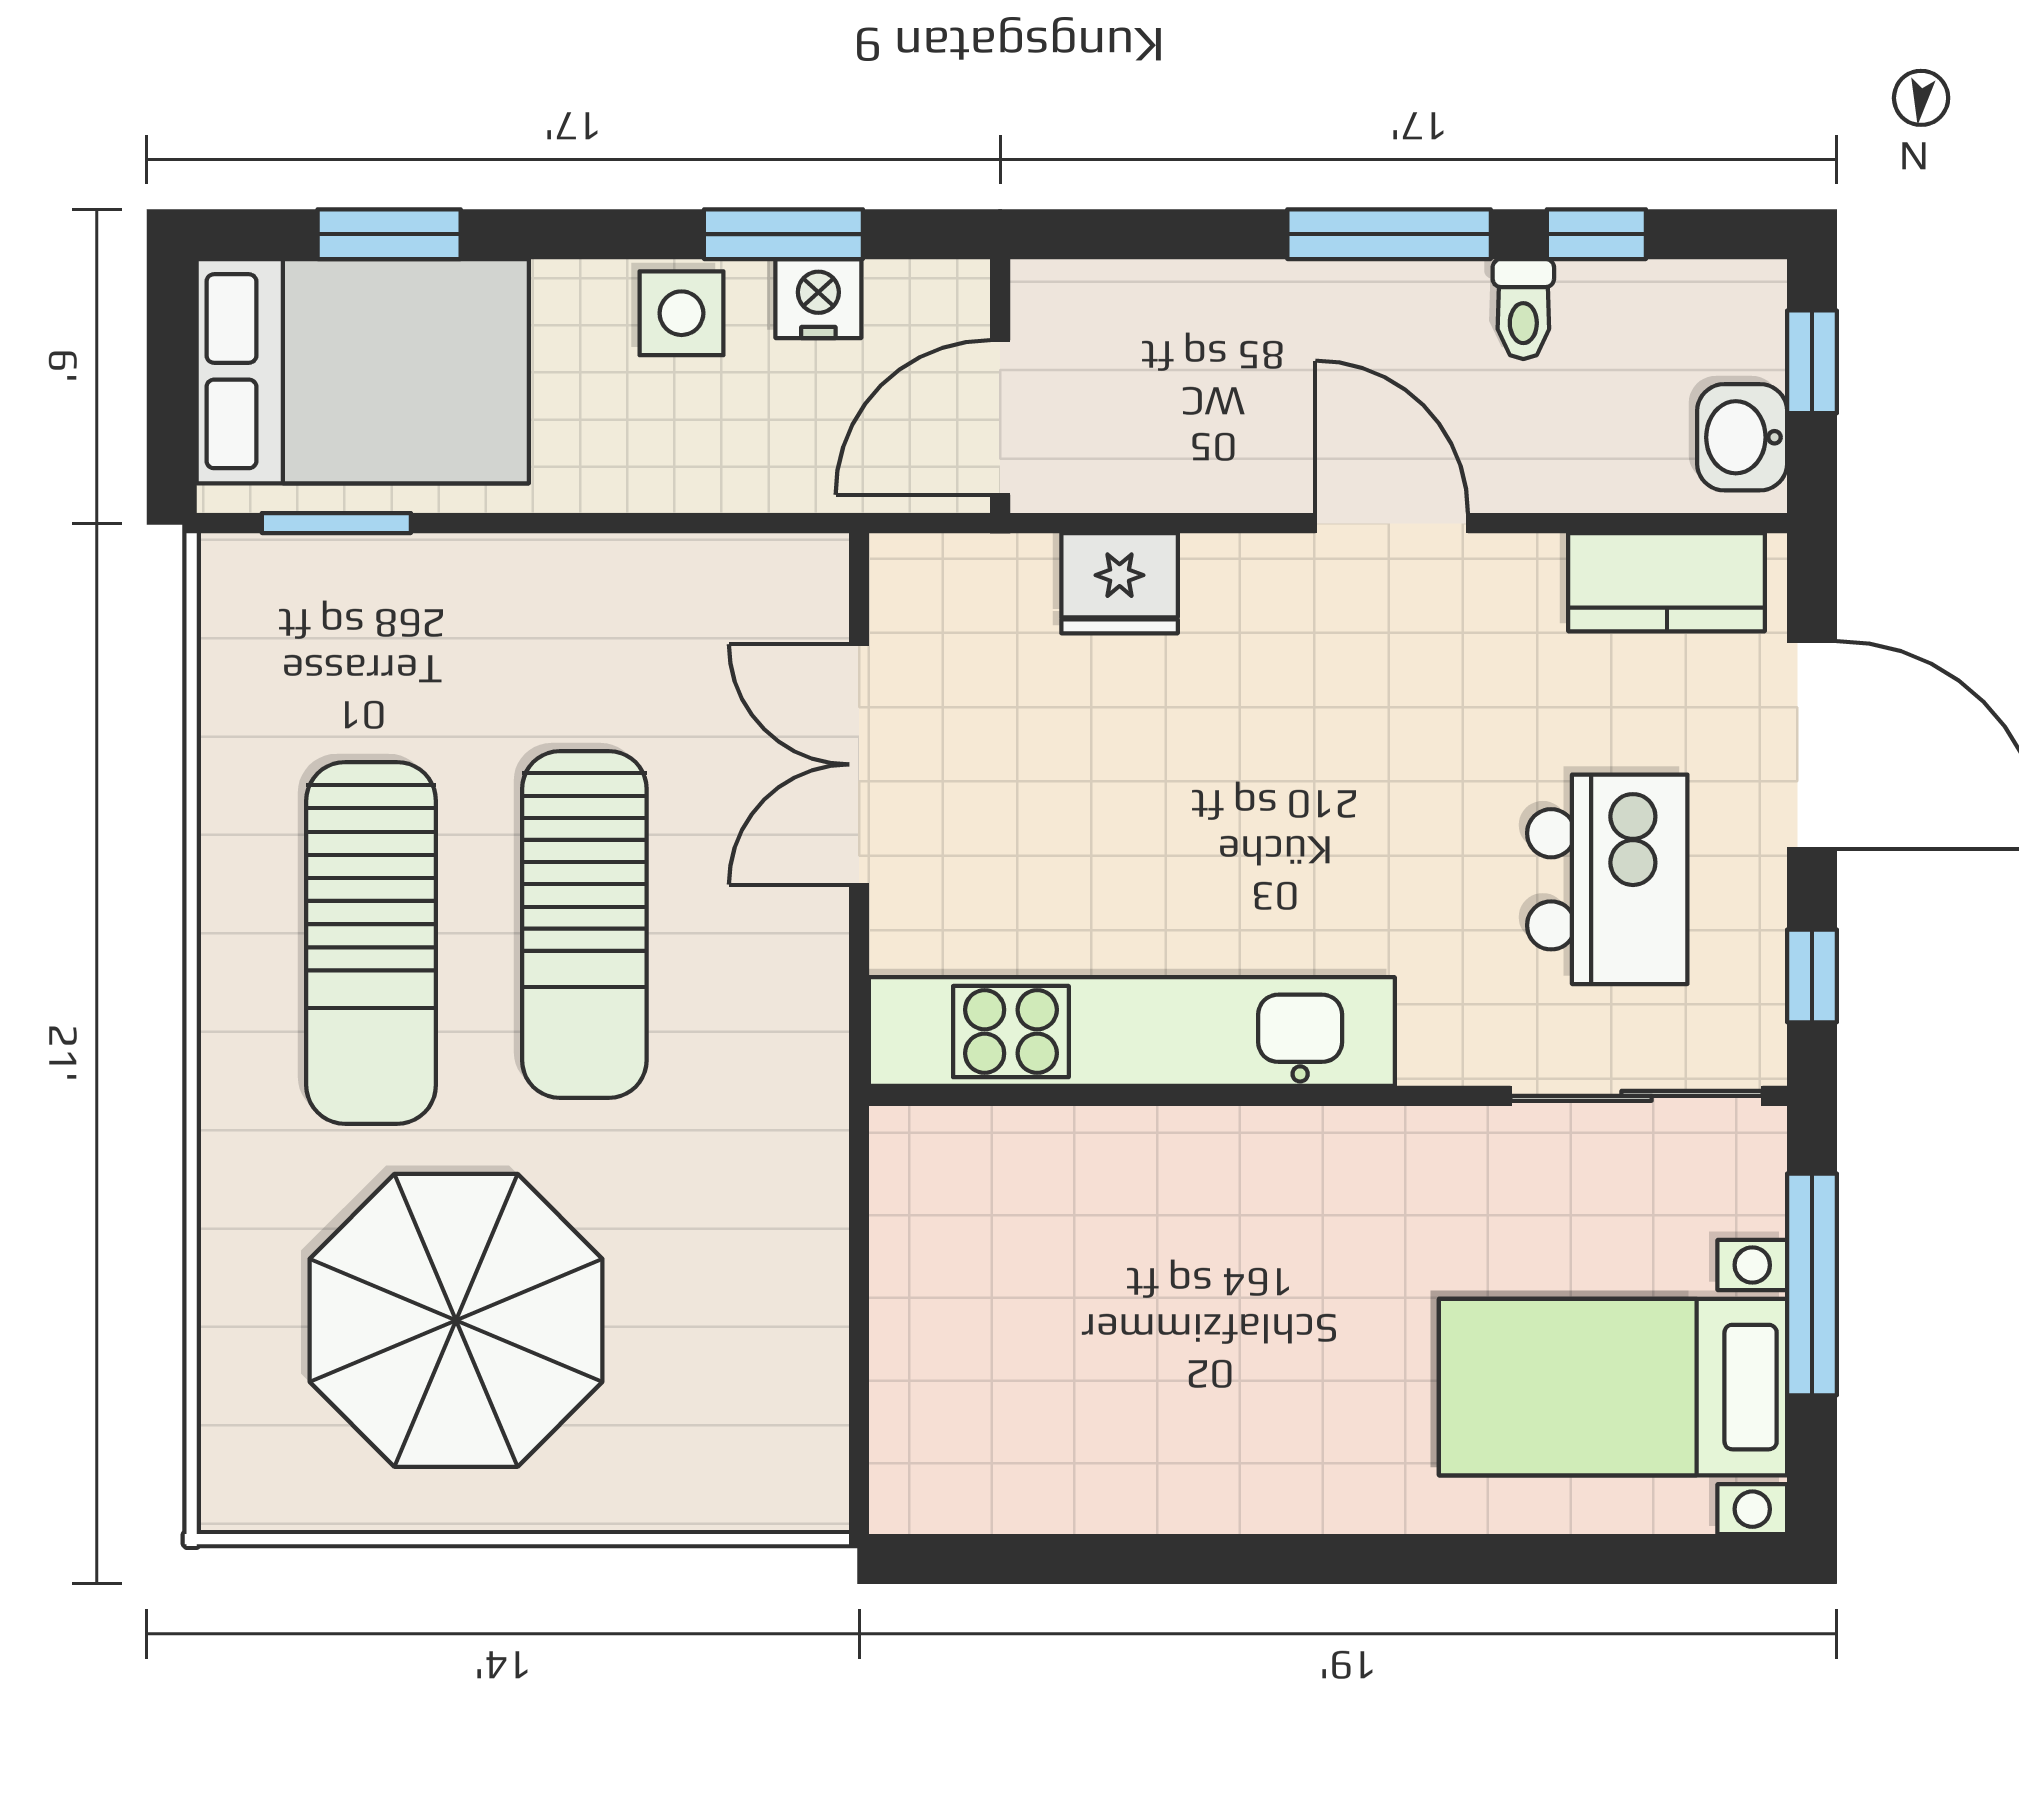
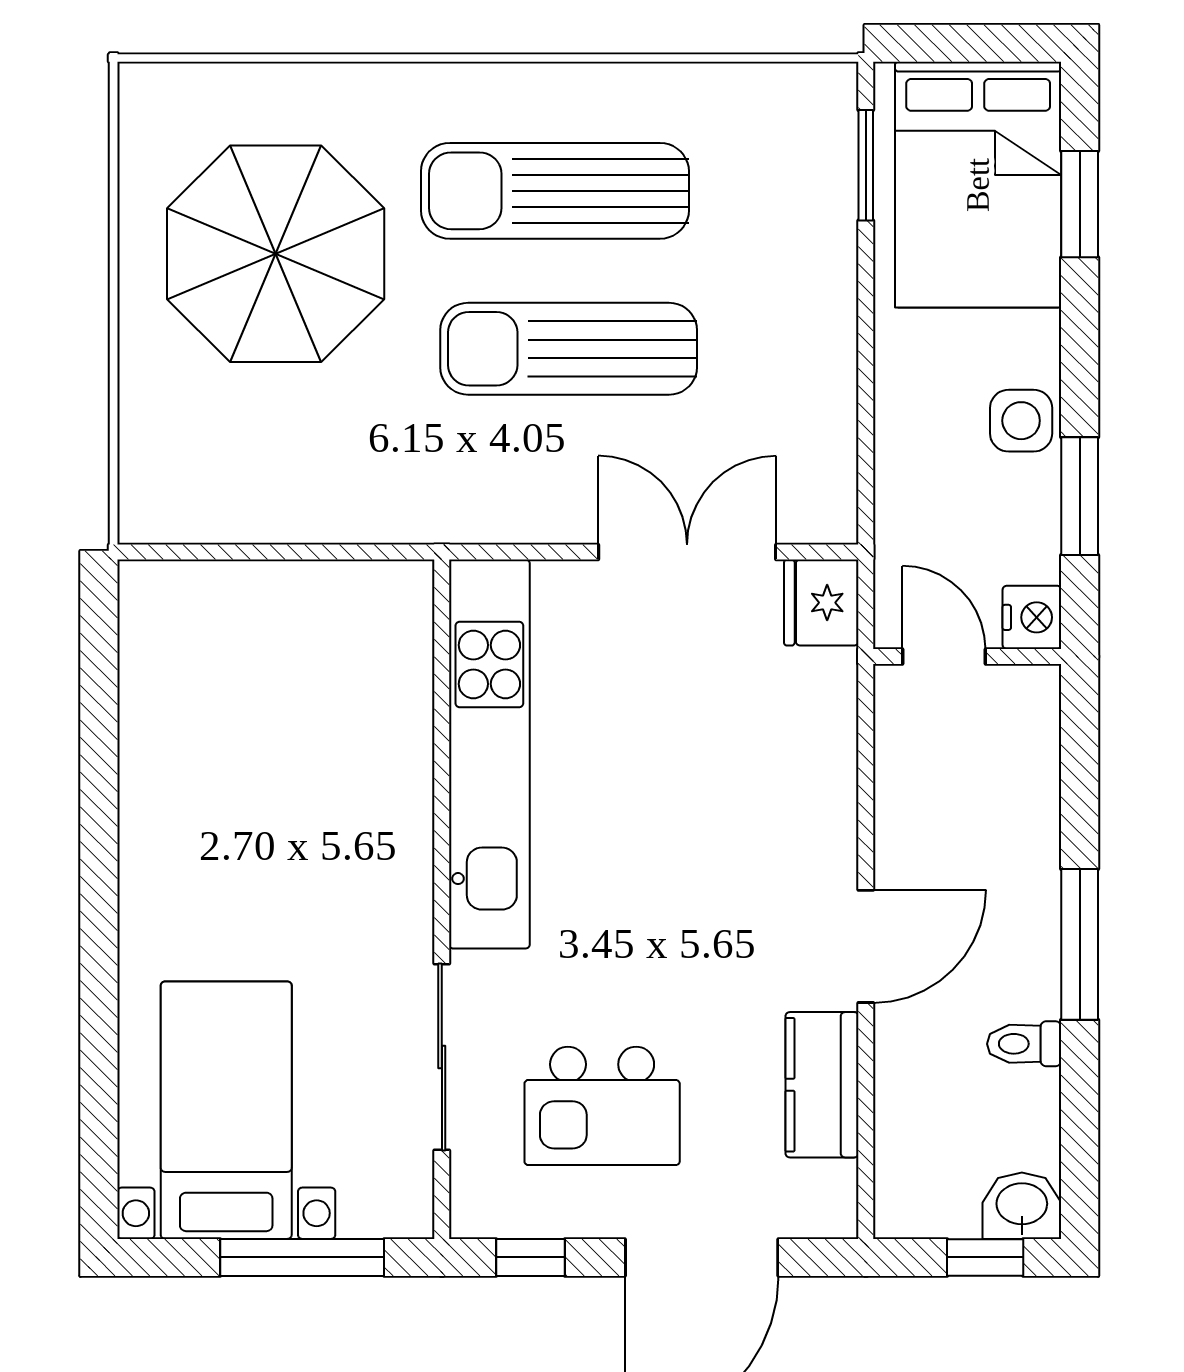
window: (1596, 234) -> (1080, 1098), removed
nightstand: (818, 299) -> (1032, 617), moved
door: (1000, 418) -> (944, 657), width x0.73
washbasin: (1742, 437) -> (1022, 1206), moved
kitchen counter: (1667, 582) -> (822, 1085), moved
fridge: (1120, 583) -> (821, 603), moved
sliding door: (1637, 1096) -> (442, 1057), moved

